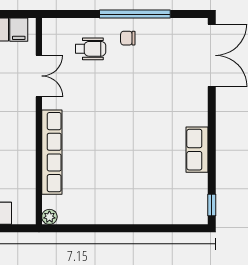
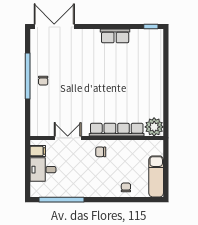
wheelchair: (90, 49) -> (50, 105), removed
chair: (17, 127) -> (101, 152), added
plant: (49, 217) -> (154, 127), width x1.88, depth x1.88

